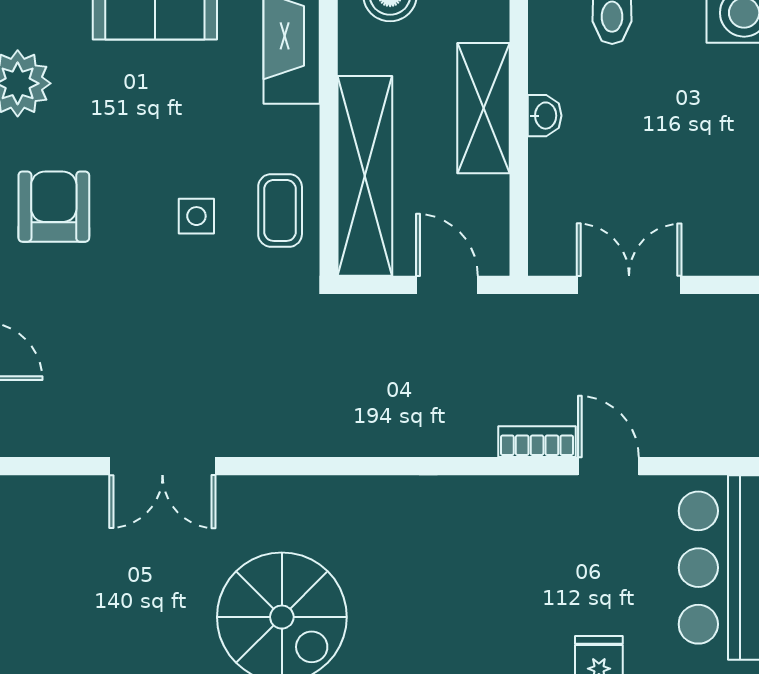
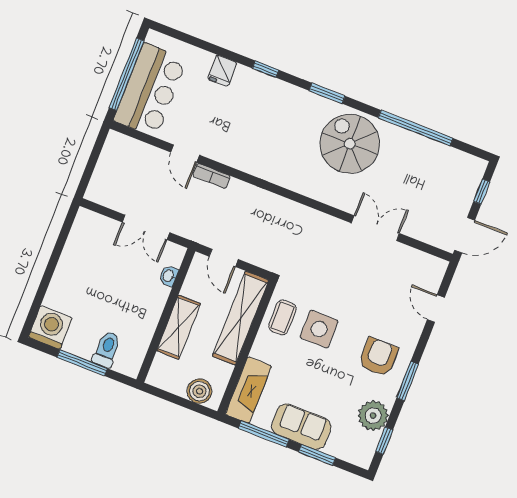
washbasin: (545, 116) -> (169, 276), moved
armchair: (54, 207) -> (378, 357), turned 180
side table: (196, 216) -> (319, 329), width x1.87, depth x1.87

